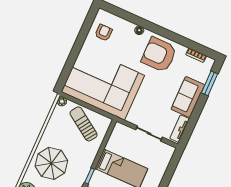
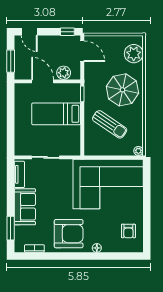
sun lounger: (84, 124) -> (110, 124), moved

